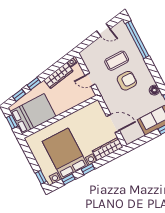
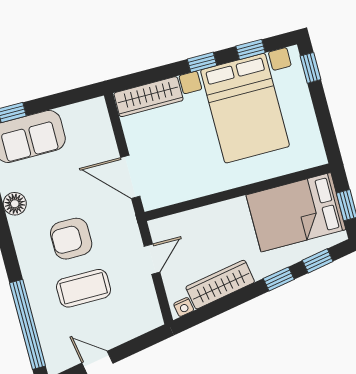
door: (90, 80) -> (152, 259), hinge flipped
door: (113, 123) -> (130, 177), moved

